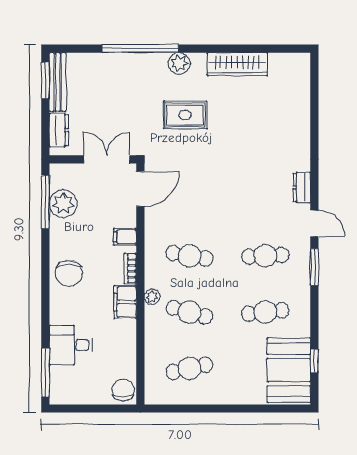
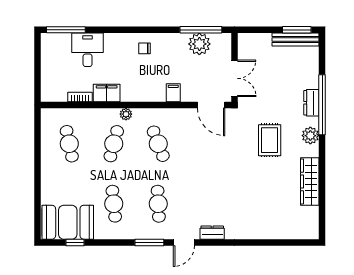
dresser: (59, 130) -> (311, 103), moved, turned 90
cafe table: (189, 256) -> (158, 144), turned -30
bookcase: (130, 268) -> (80, 97), moved
chair: (69, 273) -> (144, 48), width x0.54, depth x0.54
filing cabinet: (125, 302) -> (107, 93), moved
chair: (123, 390) -> (52, 91), removed

